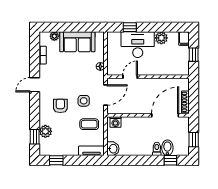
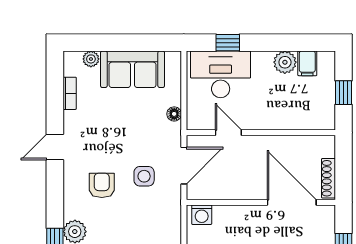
filing cabinet: (184, 39) -> (307, 63), moved
desk: (138, 45) -> (221, 74), moved
door: (130, 77) -> (228, 133), hinge flipped
door: (165, 115) -> (292, 202), hinge flipped
coffee table: (89, 124) -> (154, 219), removed

